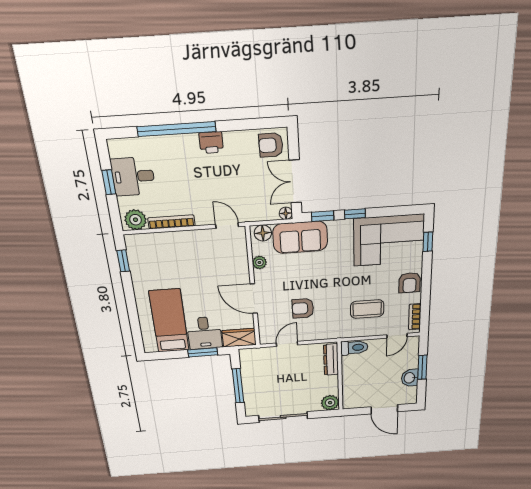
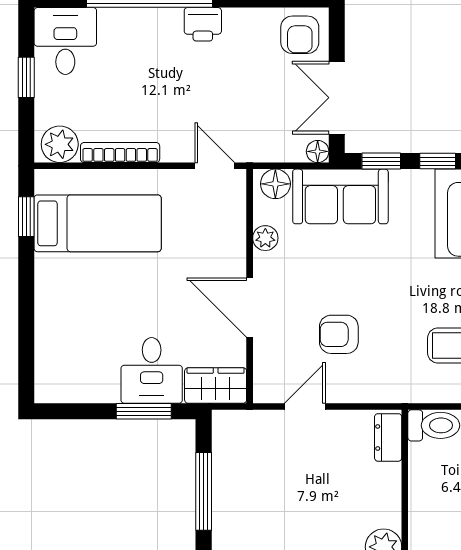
armchair: (271, 145) -> (300, 35), turned -90
desk: (133, 176) -> (65, 41), moved, turned 90
bed: (169, 321) -> (98, 223), moved, turned 90
dresser: (331, 360) -> (388, 437), width x0.70

